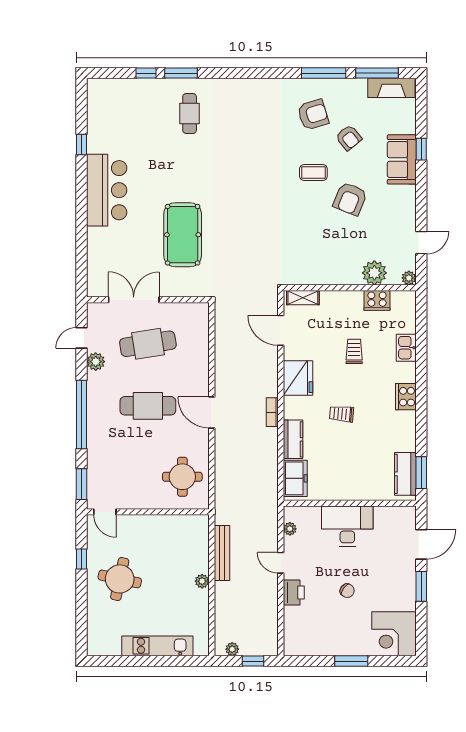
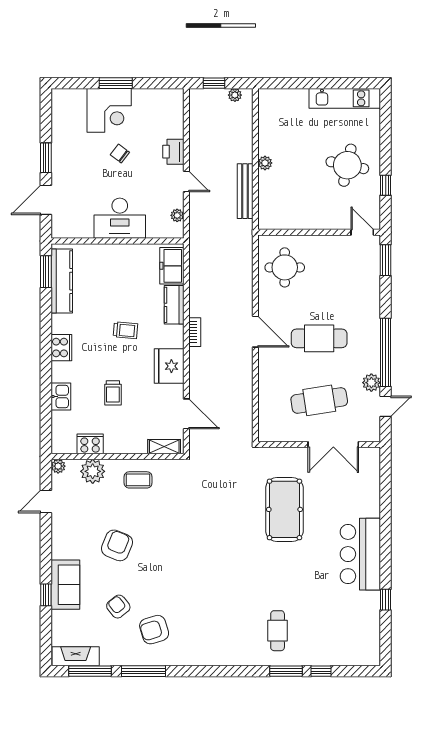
coffee table: (313, 173) -> (138, 480), moved
window: (82, 414) -> (386, 352), moved
kitchen counter: (405, 474) -> (62, 281), width x1.50
corner desk: (394, 634) -> (109, 110), moved, turned 90
kitchen unit: (157, 646) -> (345, 98), moved

